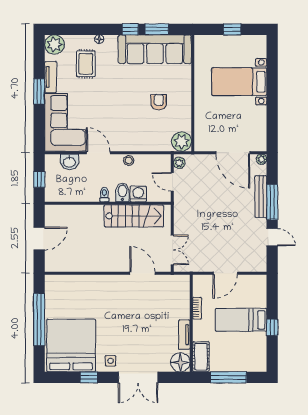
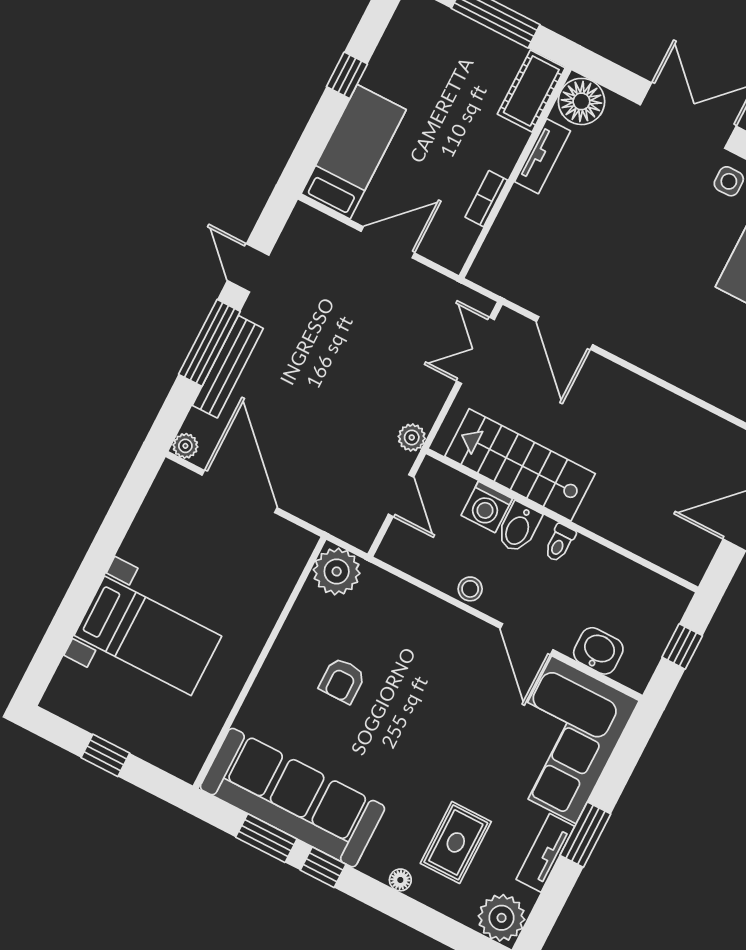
plant: (179, 163) -> (412, 437), moved
bed: (241, 320) -> (354, 152), moved, turned -90

